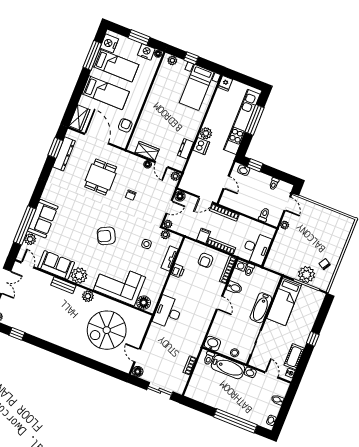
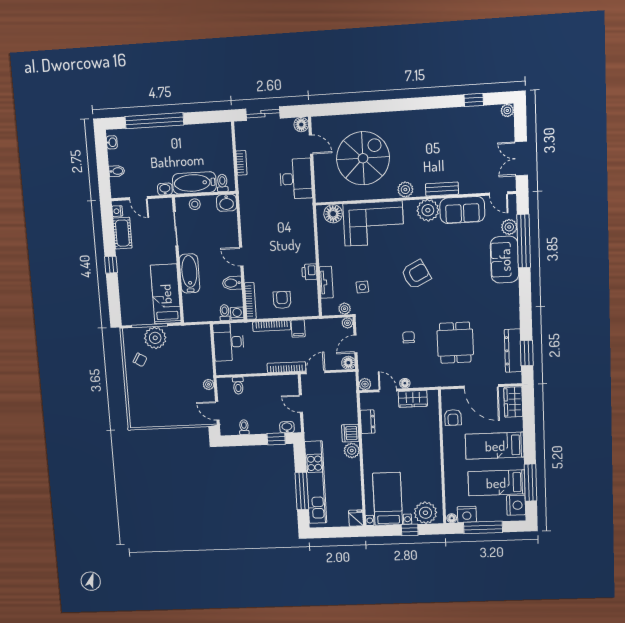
window: (139, 37) -> (483, 527), width x1.44
plant: (172, 60) -> (425, 513), width x1.88, depth x1.88
desk: (168, 312) -> (296, 179), moved

